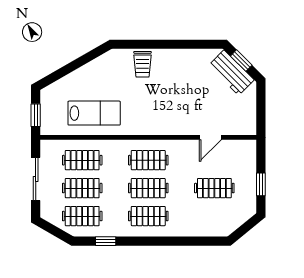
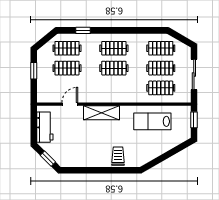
workbench: (231, 73) -> (45, 127), moved, turned 45
shelving: (166, 125) -> (102, 113), added
clothes rail: (148, 160) -> (67, 48), moved
window: (106, 241) -> (83, 30), moved

